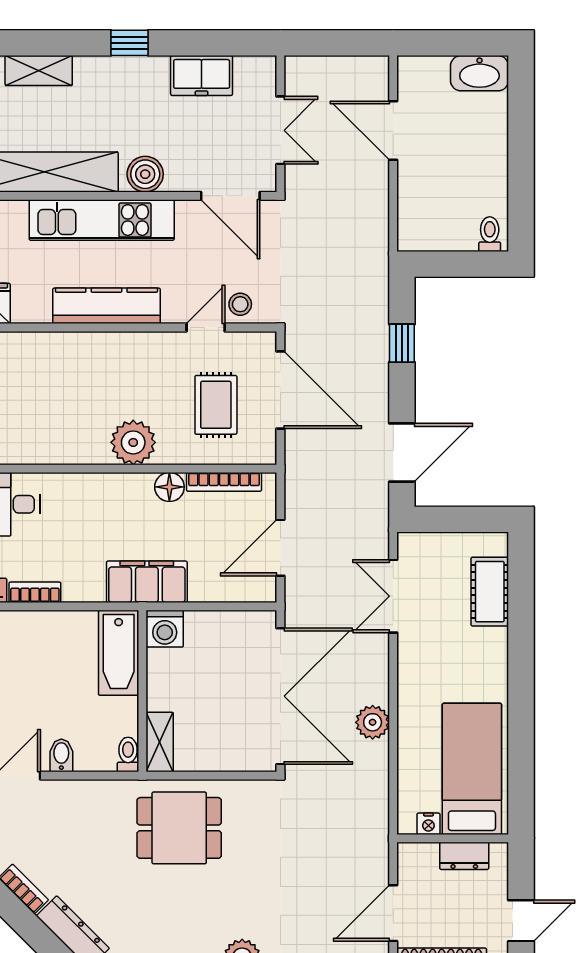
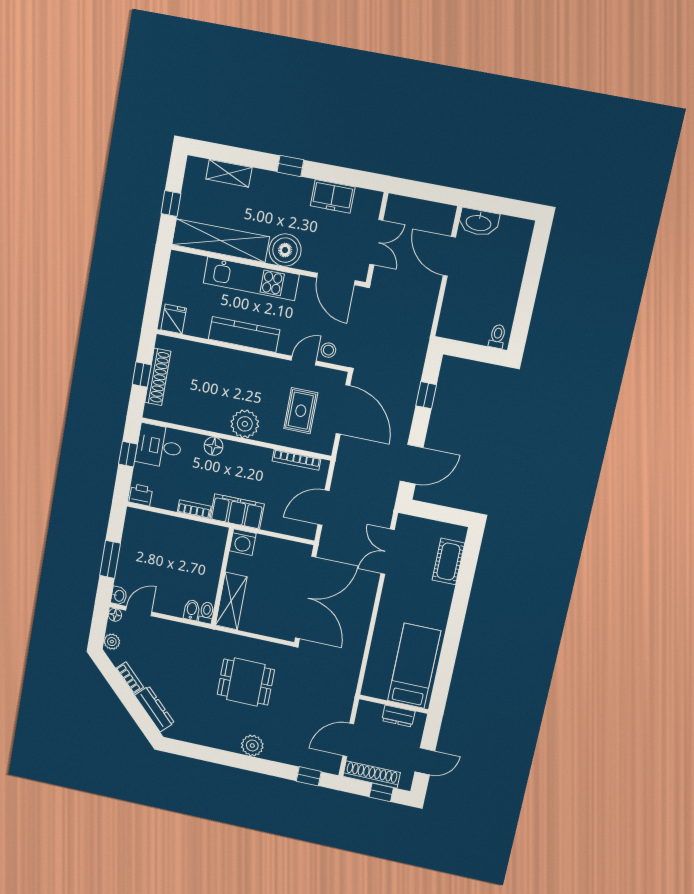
washbasin: (479, 73) -> (479, 222), moved
boiler: (145, 174) -> (285, 250), width x1.37, depth x1.37
floor lamp: (169, 487) -> (214, 446), moved
bookcase: (35, 592) -> (194, 509), moved
bathtub: (119, 653) -> (212, 551), removed
plant: (373, 722) -> (359, 625), removed
shelving: (160, 742) -> (231, 601), width x1.50, depth x1.33
bidet: (61, 755) -> (192, 610), moved
nightstand: (428, 824) -> (381, 693), removed
dining table: (179, 828) -> (246, 682), moved

